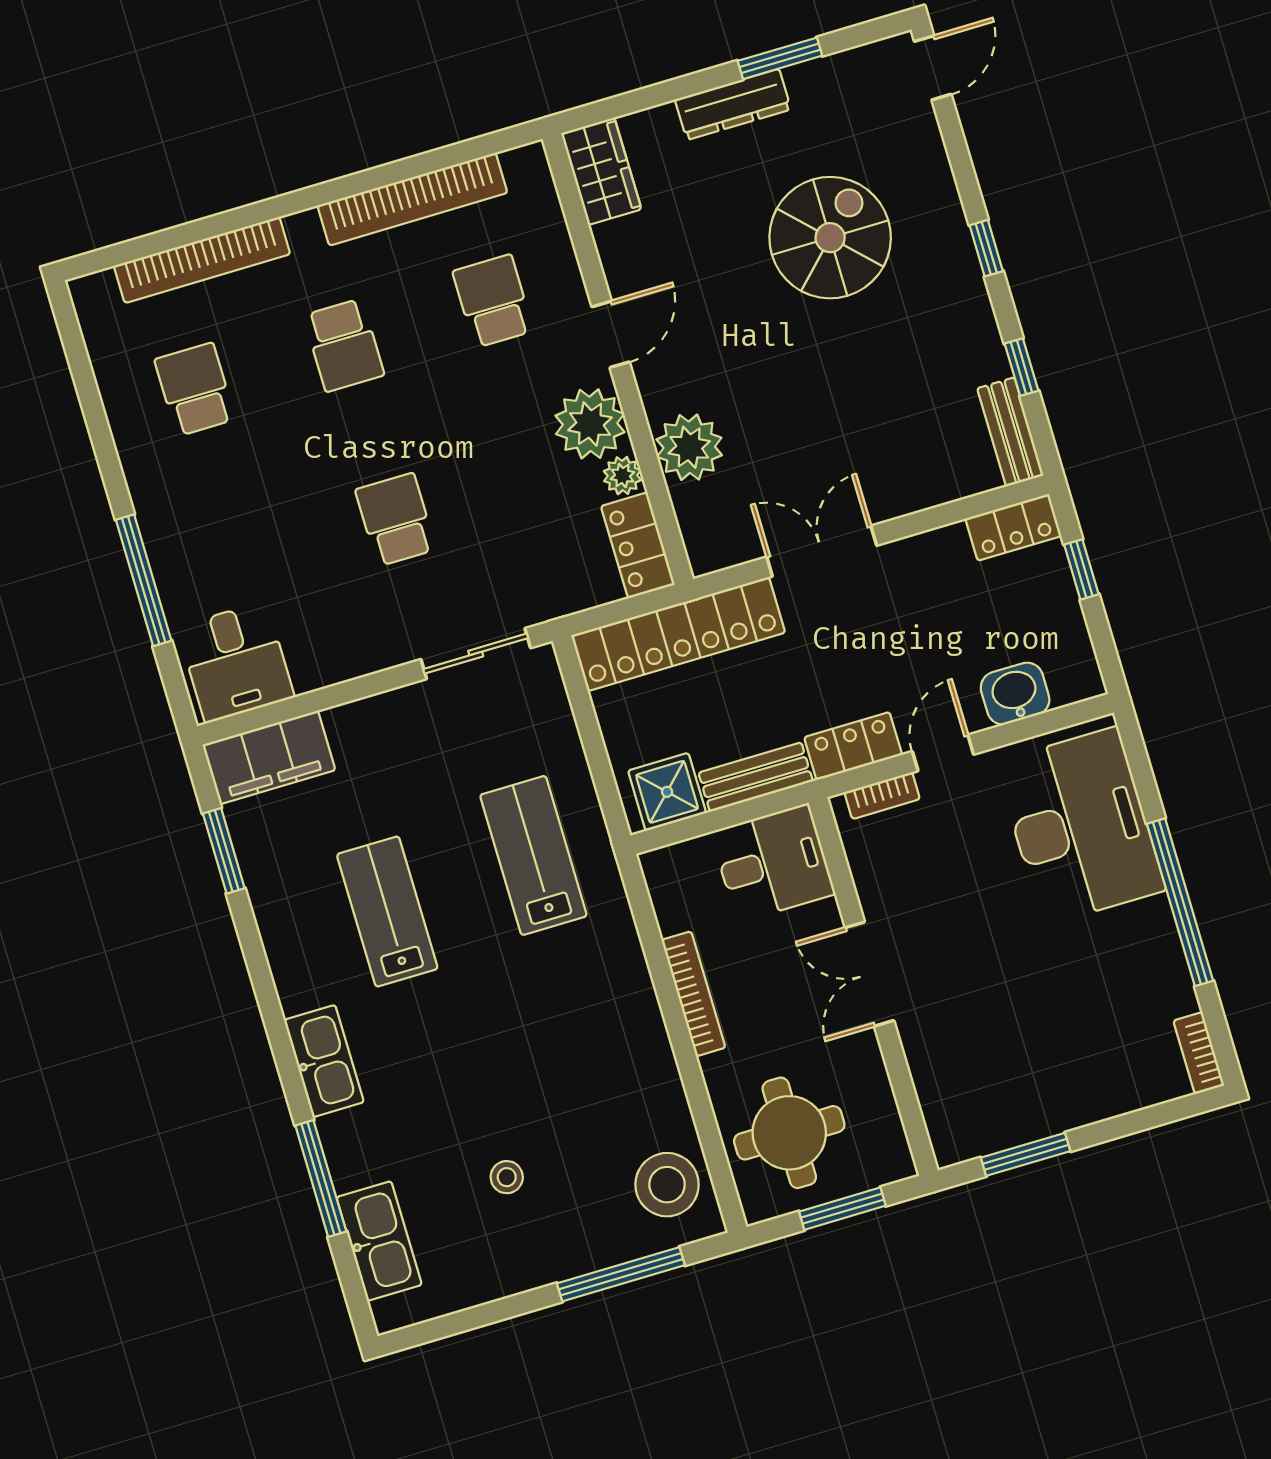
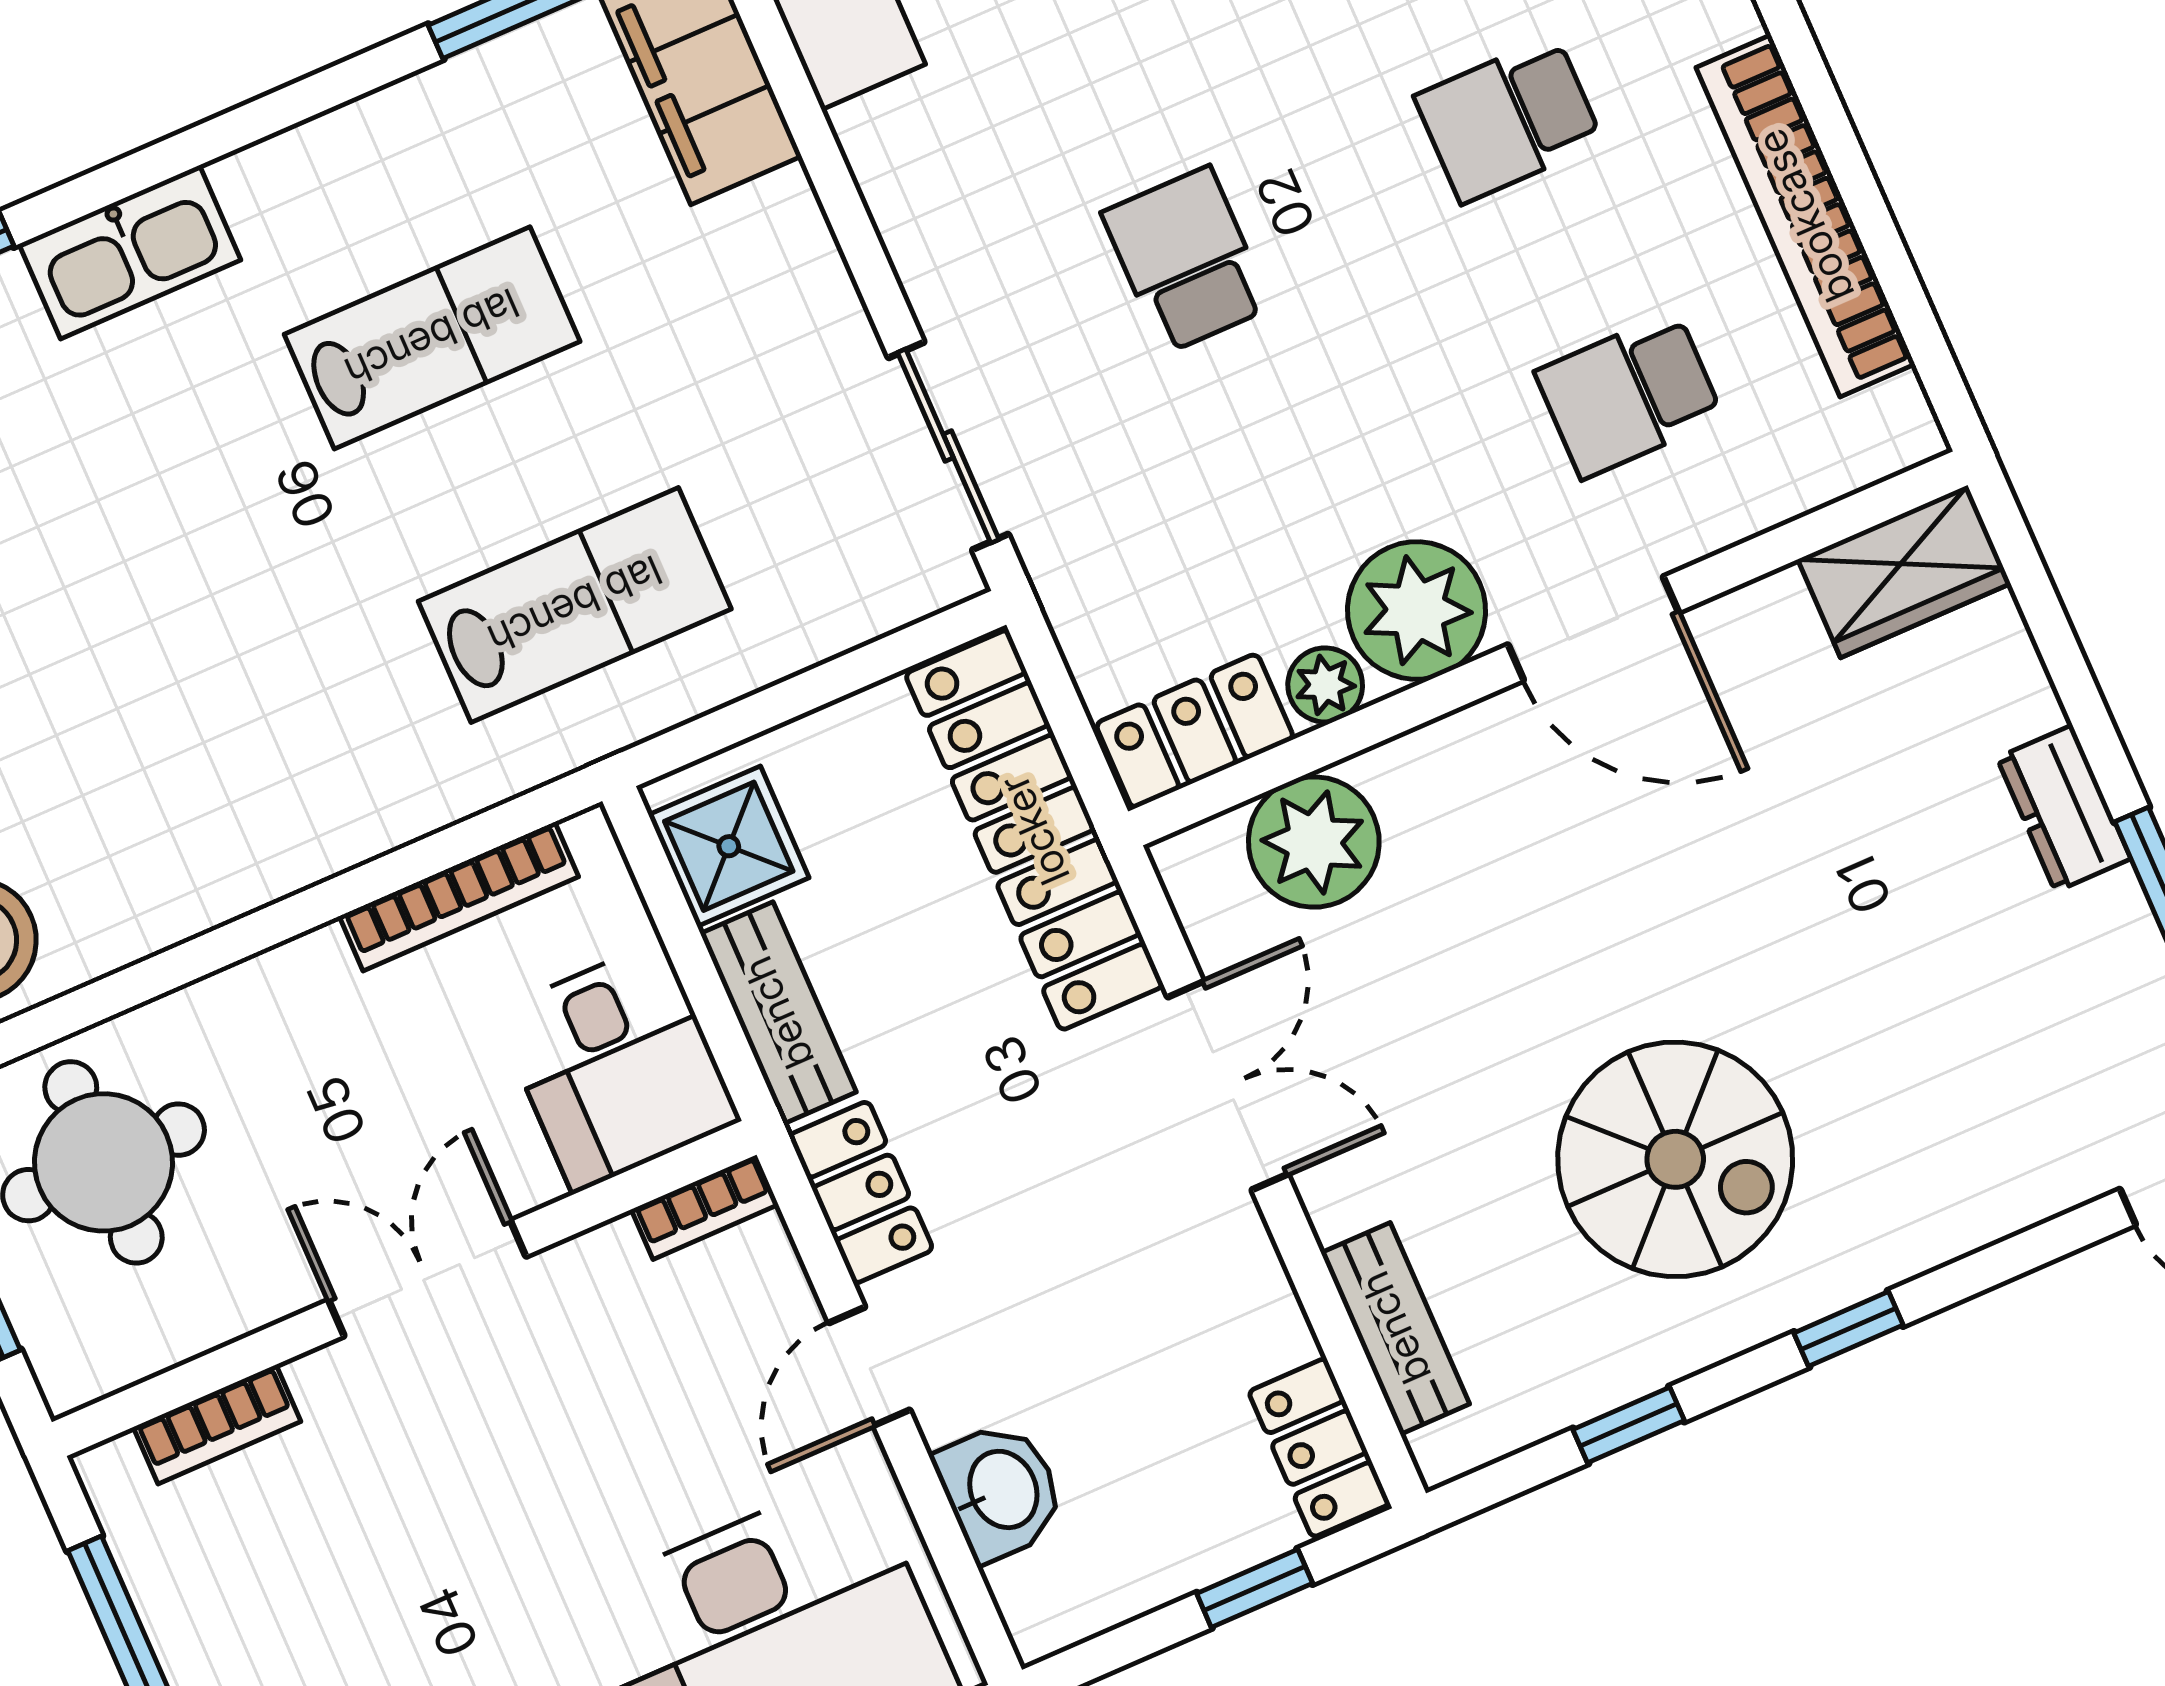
dresser: (733, 104) -> (2064, 808), width x0.70
spiral stairs: (830, 238) -> (1675, 1159), moved
school desk: (493, 301) -> (1629, 395), turned 180
door: (611, 334) -> (1593, 629), width x1.37
bench: (1010, 432) -> (1395, 1328), moved, turned 90
plant: (689, 447) -> (1314, 842), moved
school desk: (396, 520) -> (1186, 260), turned -90
door: (943, 753) -> (869, 1366), swing flipped
bookcase: (882, 796) -> (705, 1207), moved, turned -90
bookcase: (693, 994) -> (459, 896), moved
bookcase: (931, 1091) -> (217, 1424), added

